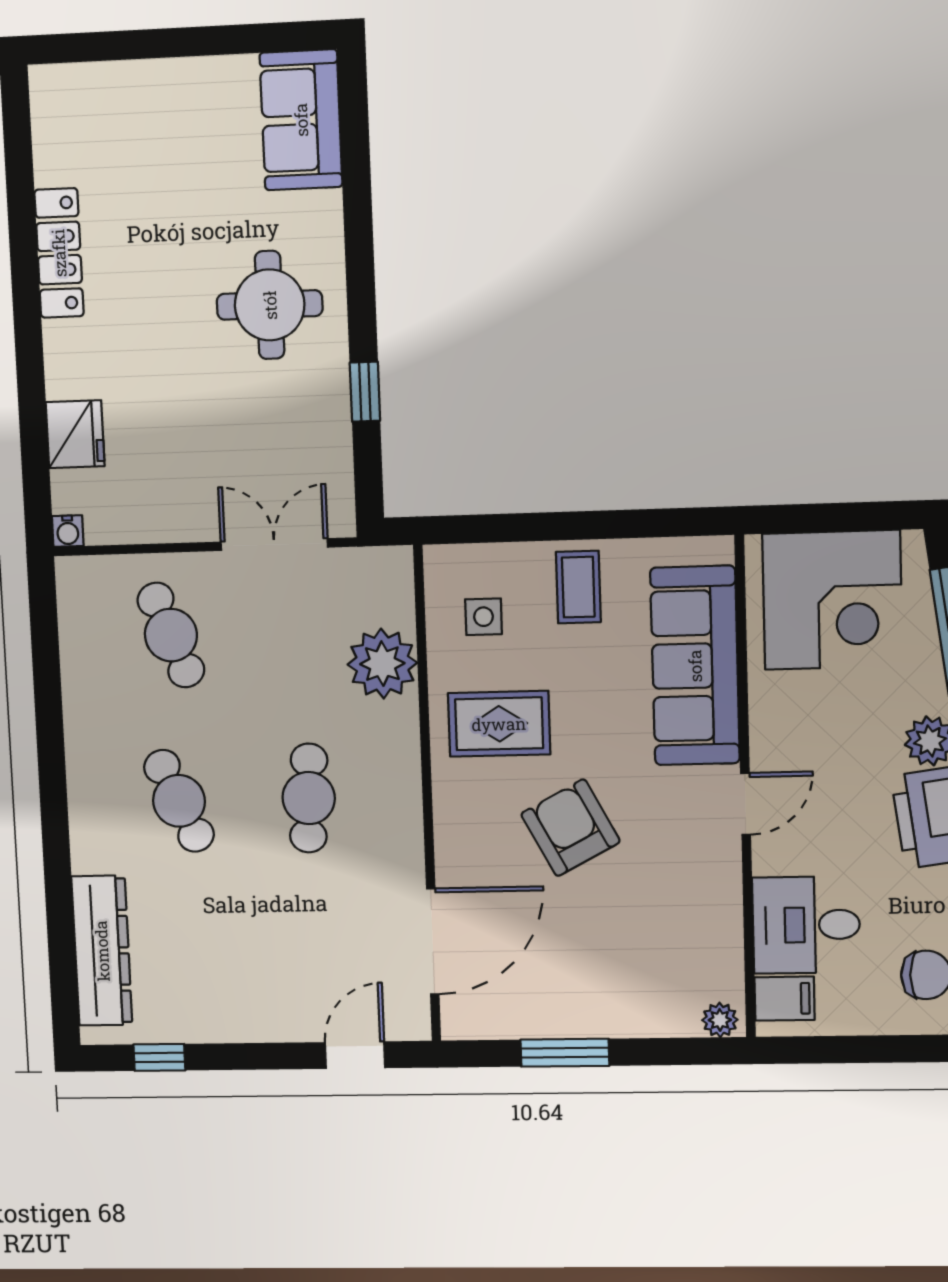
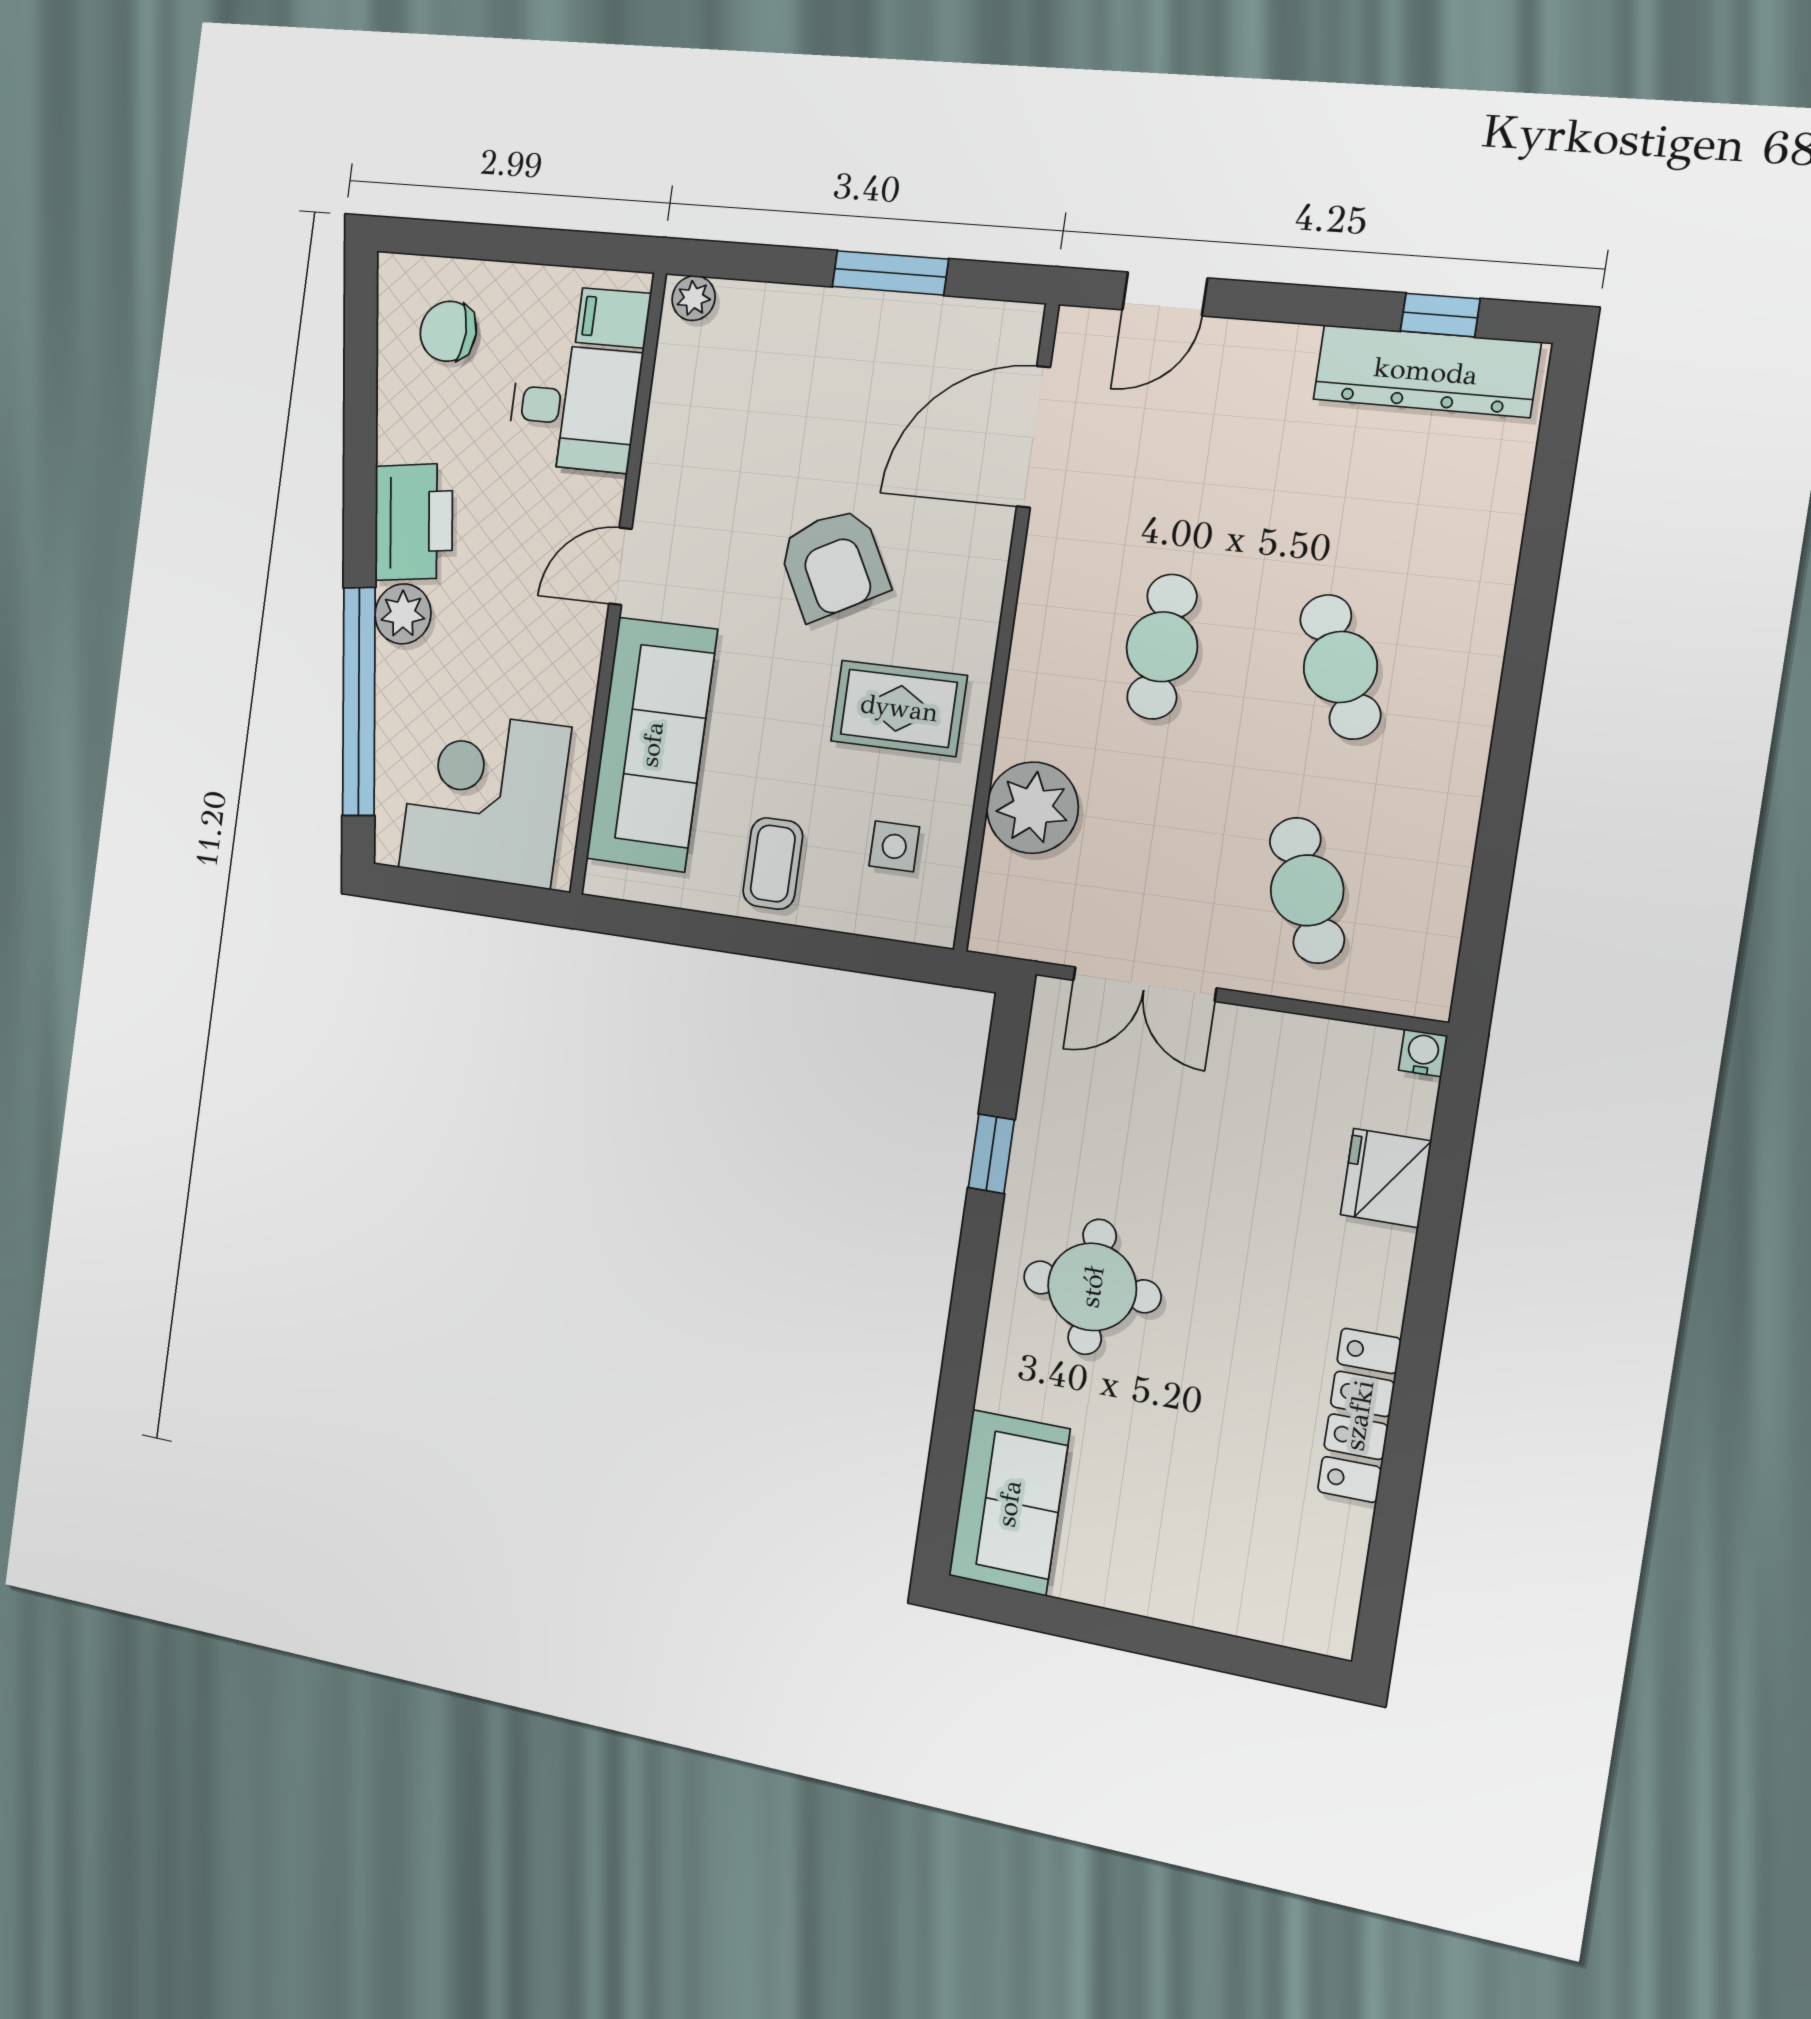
dresser: (102, 951) -> (1426, 371), moved, turned -90

